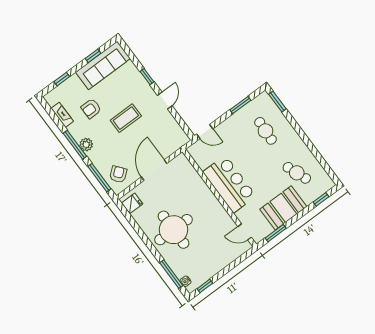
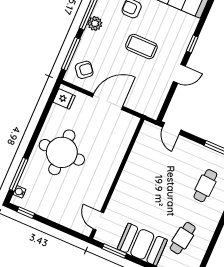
cafe table: (297, 173) -> (183, 238), turned 30
bar counter: (229, 184) -> (135, 180), removed

